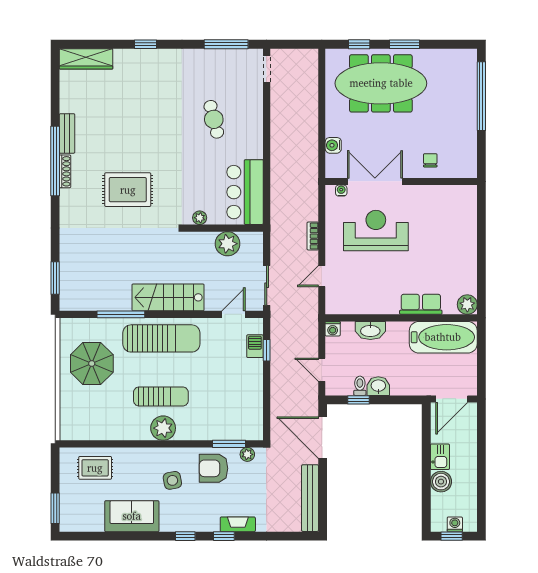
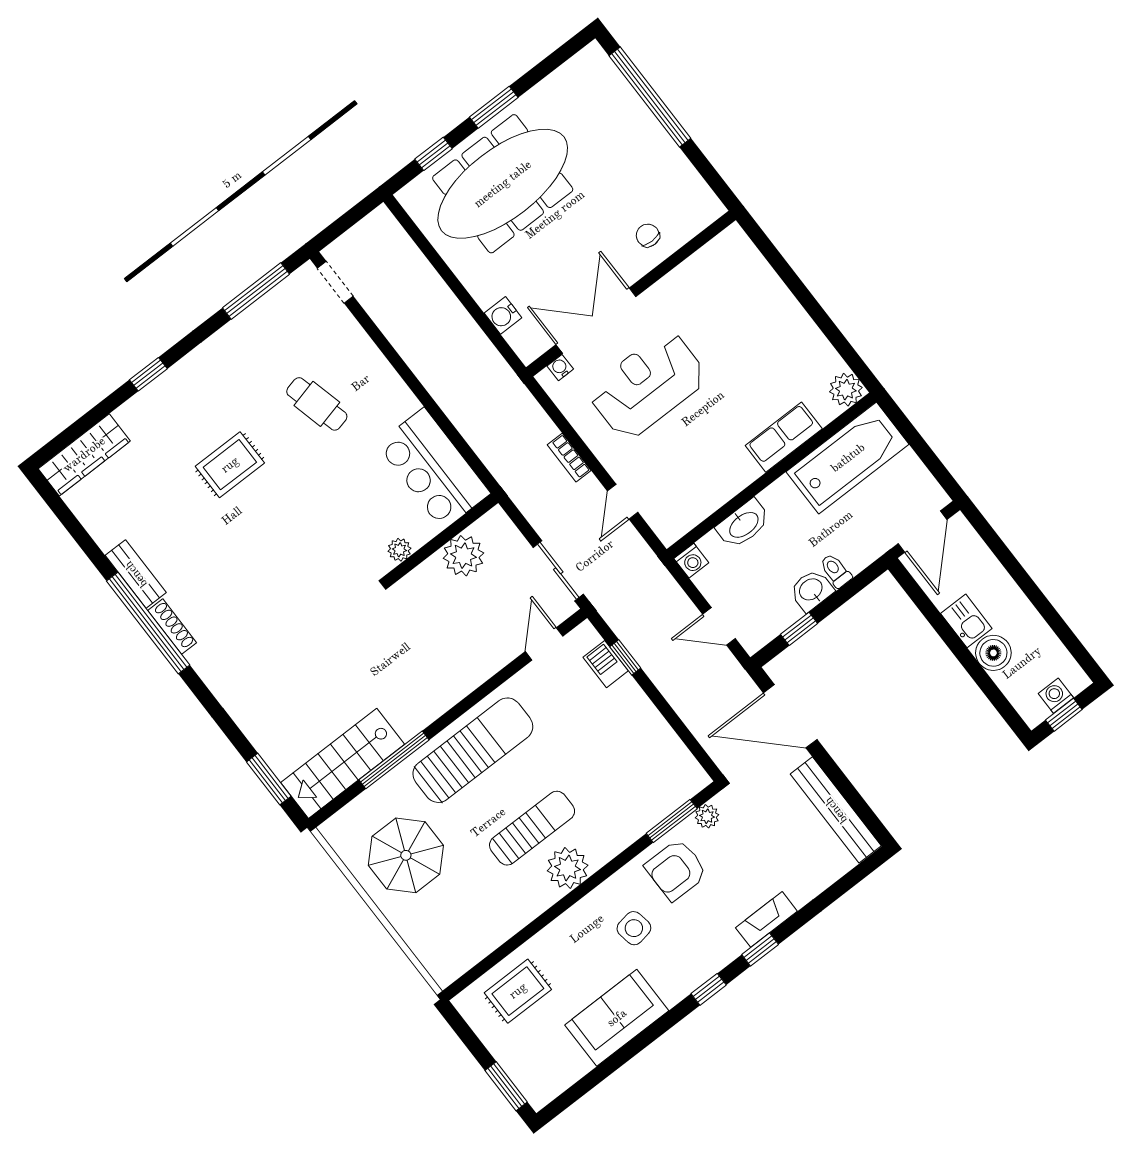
rug: (128, 190) -> (230, 465), moved, width x0.73, depth x0.70
stairs: (168, 297) -> (343, 763), moved
toilet: (360, 386) -> (836, 571), moved

